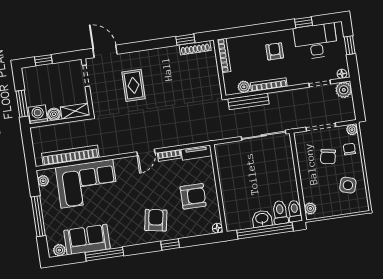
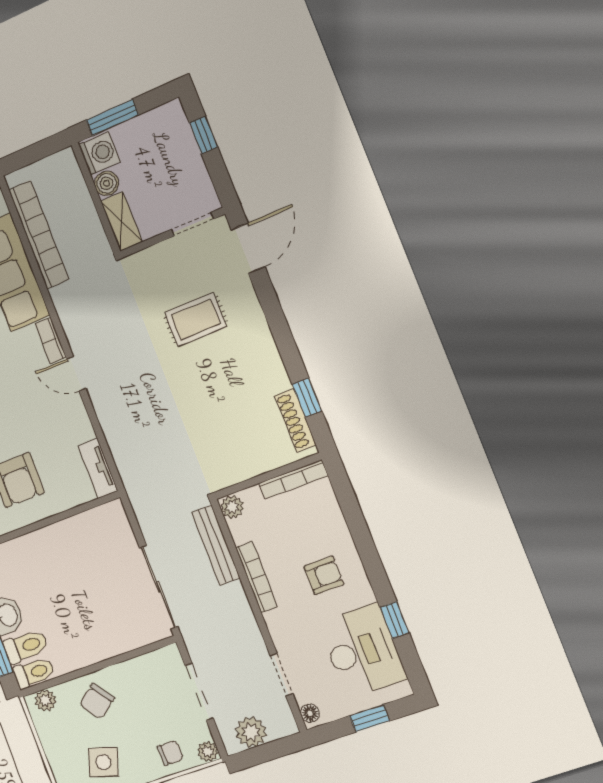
plant: (244, 87) -> (232, 507), moved
plant: (344, 90) -> (251, 732), moved
bookcase: (169, 155) -> (51, 341), moved
chair: (328, 157) -> (97, 701), moved, turned -48

